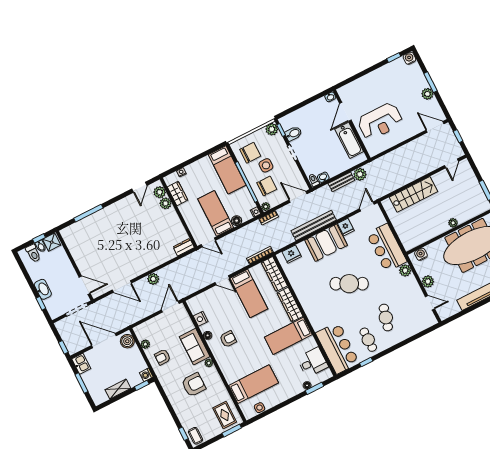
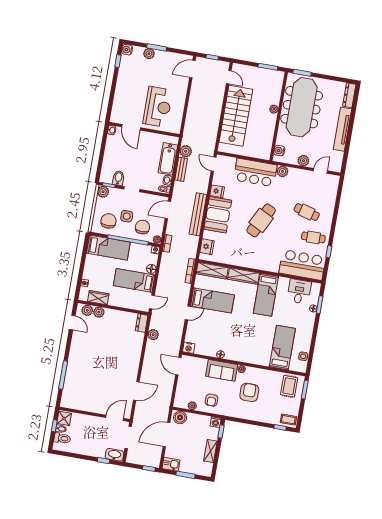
plant: (427, 94) -> (149, 54), moved
bathtub: (349, 140) -> (168, 159), moved, turned 90
stairs: (413, 194) -> (236, 116), width x1.36, depth x1.51
plant: (153, 279) -> (153, 335), moved
washbasin: (43, 289) -> (114, 455), moved
nightstand: (201, 319) -> (189, 348), moved
armchair: (228, 339) -> (235, 341), removed
rug: (225, 415) -> (289, 386), turned 90

